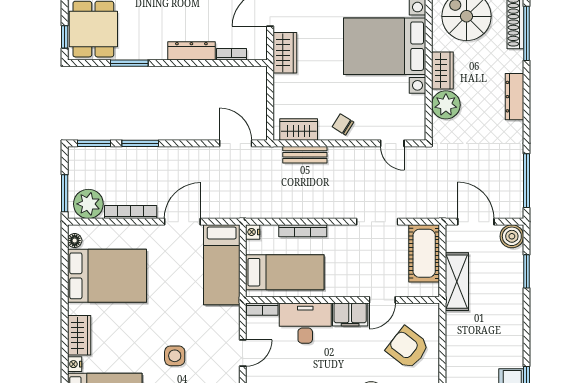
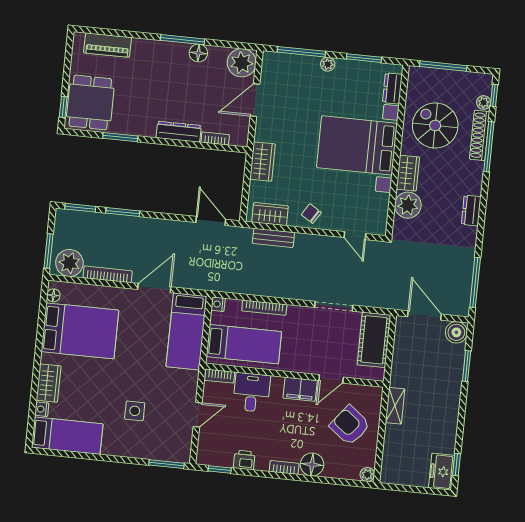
wardrobe: (285, 53) -> (263, 162), moved
dresser: (515, 97) -> (471, 211), width x0.70
shelving: (457, 282) -> (395, 406), moved, width x0.67, depth x0.75
desk: (305, 323) -> (252, 392), width x0.73

